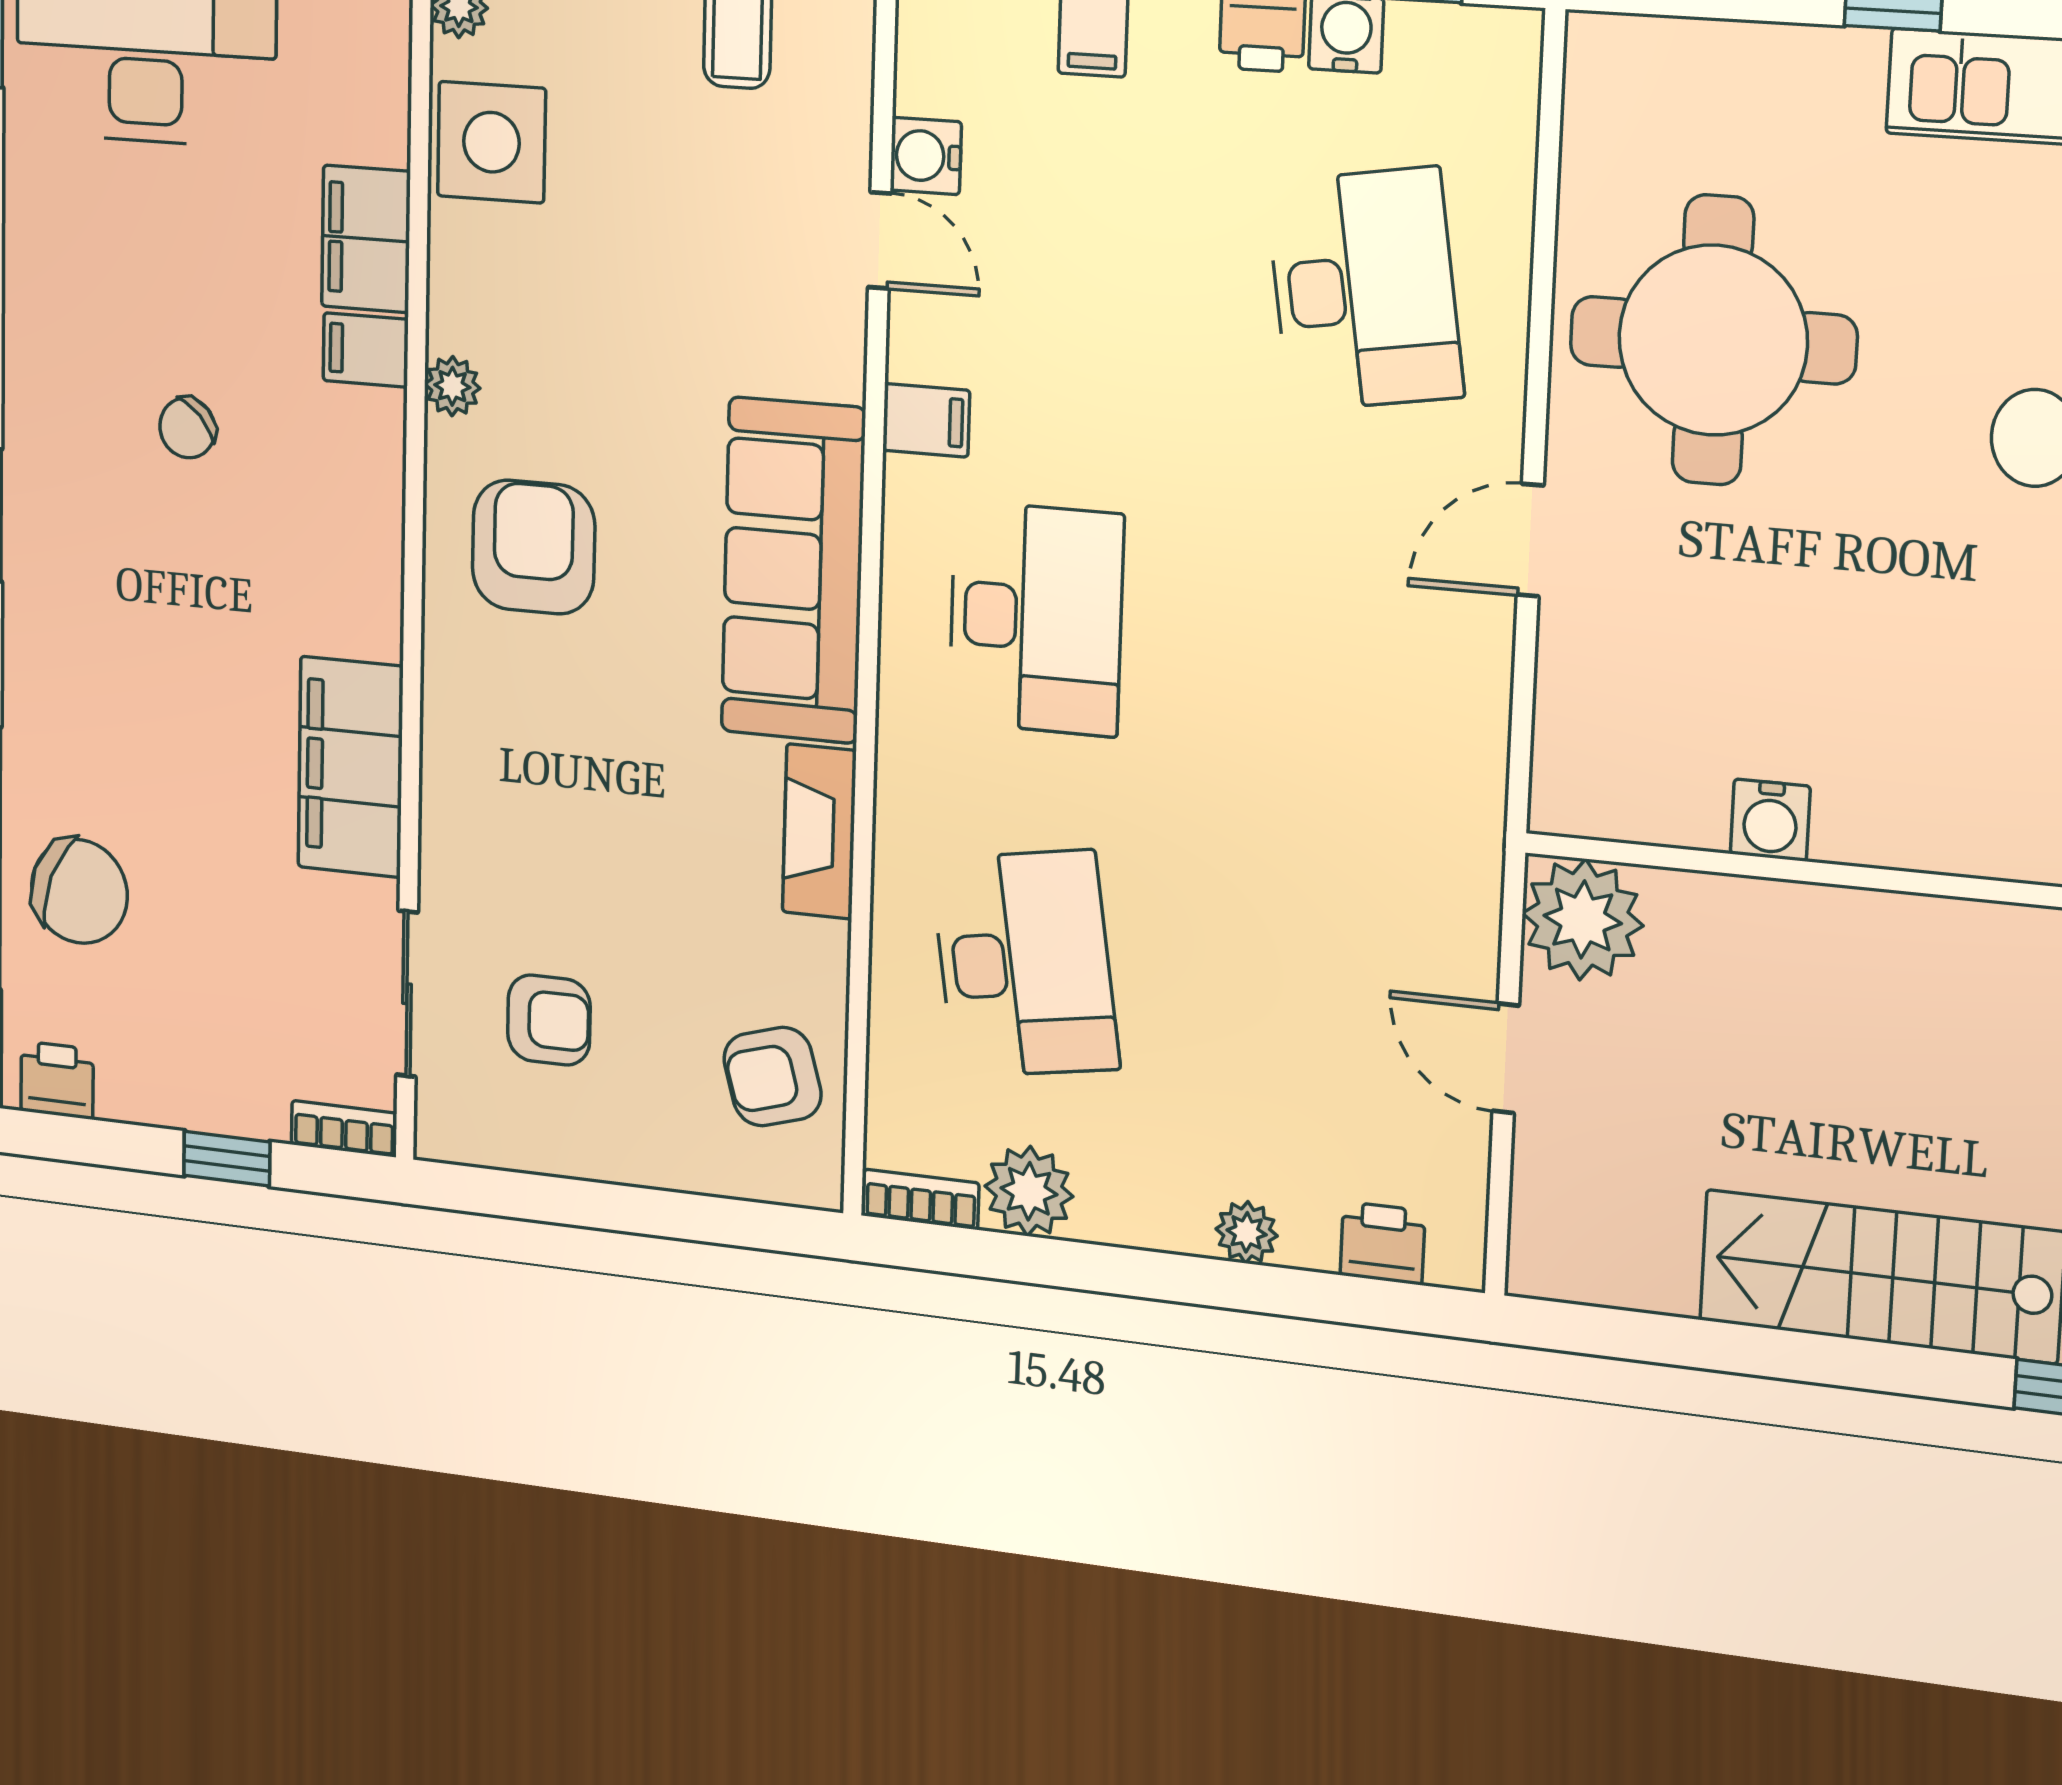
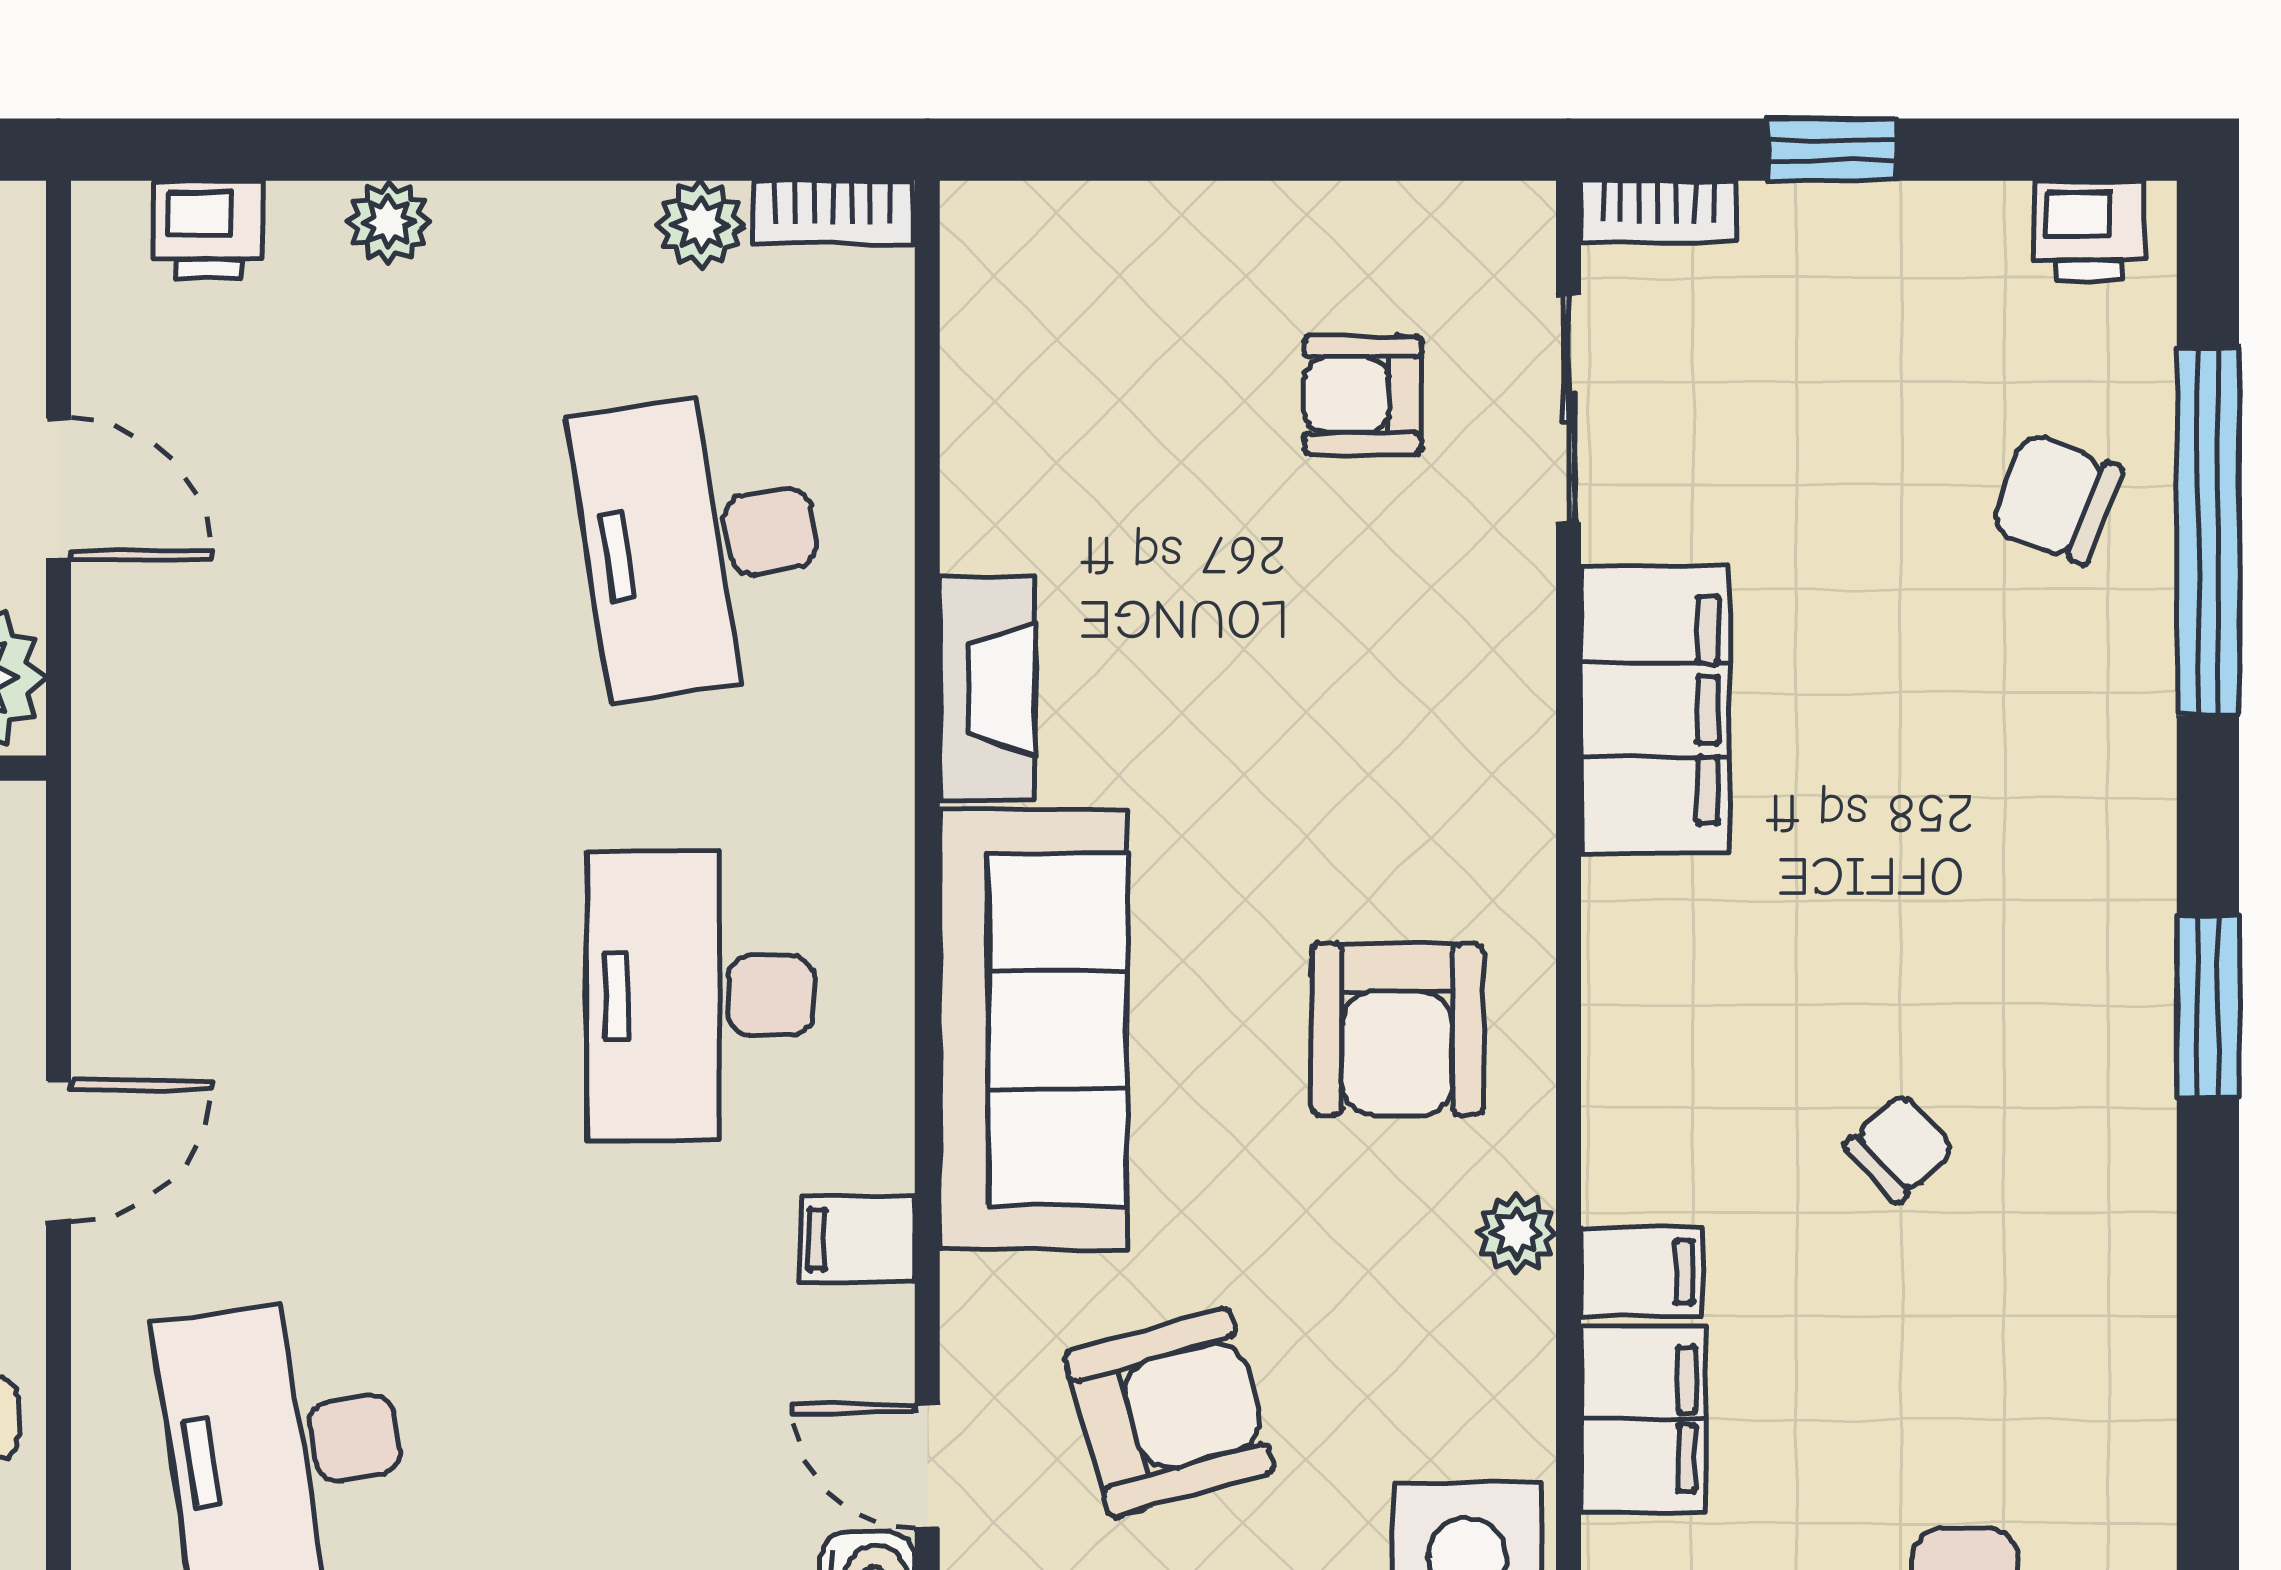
chair: (79, 891) -> (2056, 498), width x0.73, depth x0.73
armchair: (772, 1077) -> (1169, 1412), moved, width x1.38, depth x1.38
plant: (1029, 1191) -> (701, 225), width x0.73, depth x0.73

